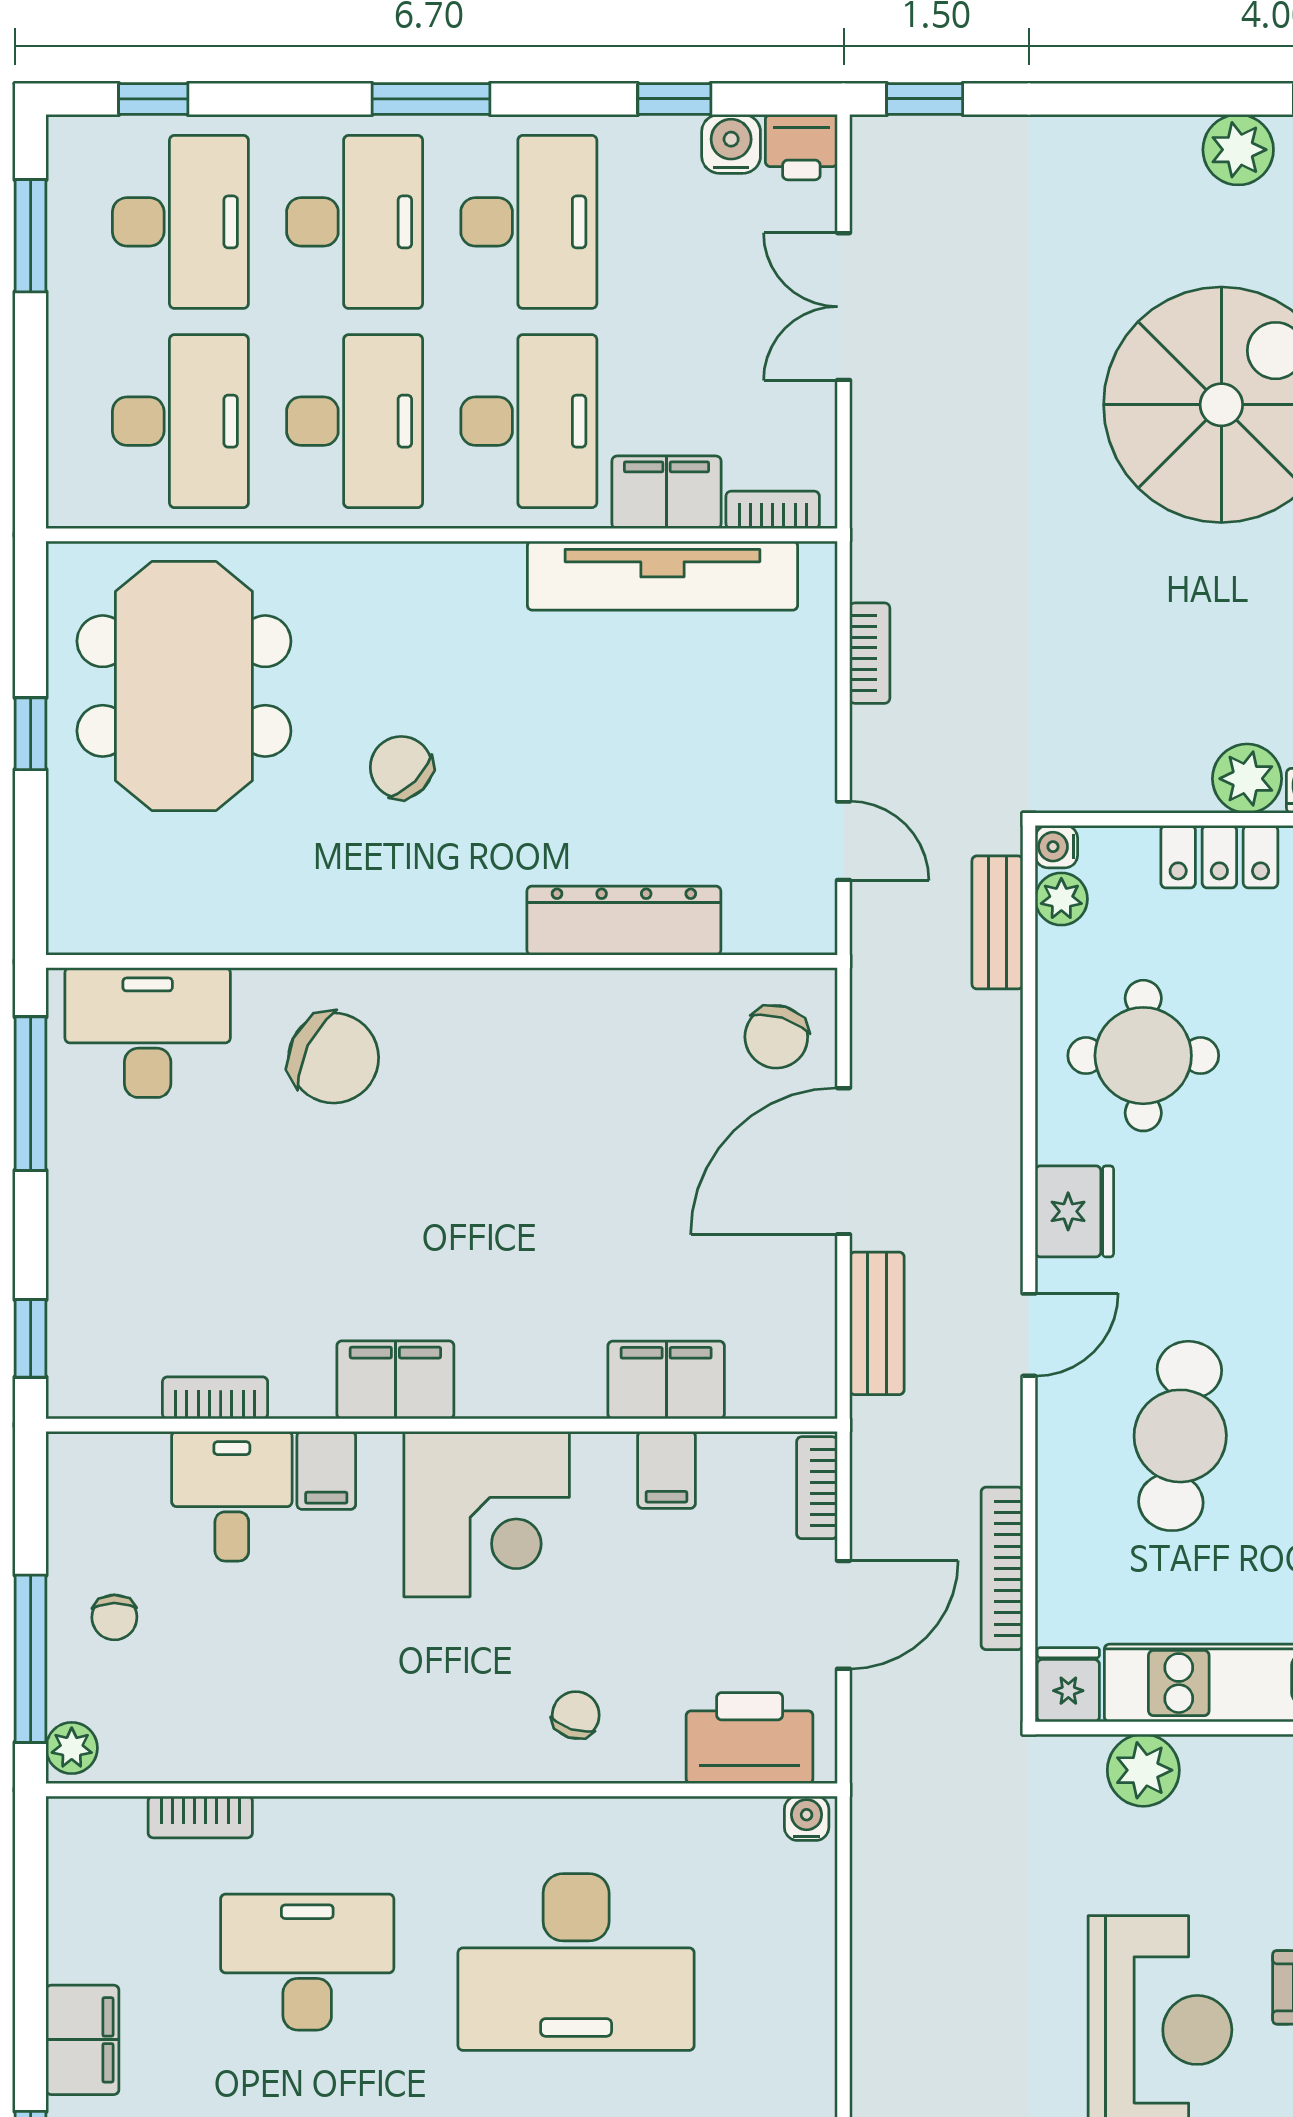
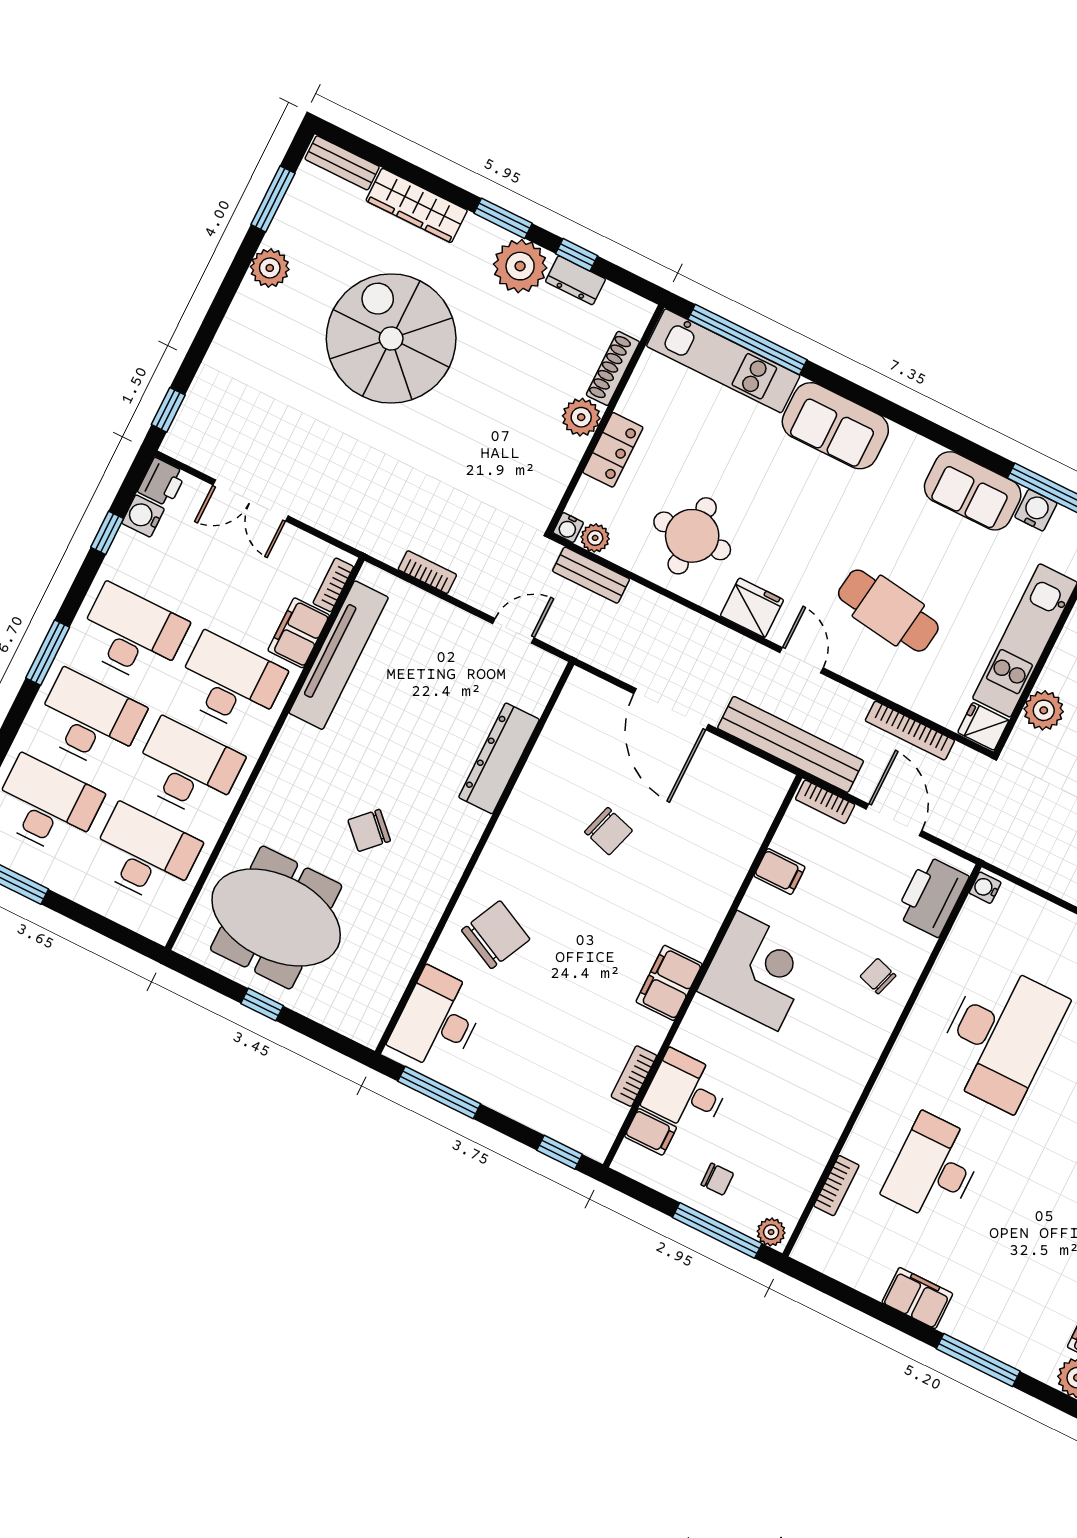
chair: (776, 1037) -> (609, 831), moved
bench: (877, 1323) -> (791, 744), width x1.86, depth x1.21
filing cabinet: (666, 1380) -> (735, 850), removed
filing cabinet: (326, 1470) -> (651, 1132), moved

